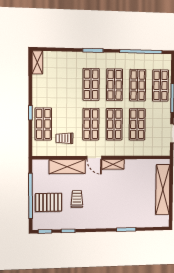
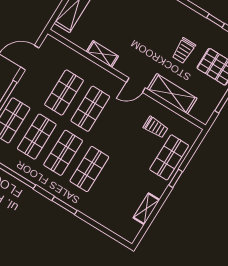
shelving: (37, 62) -> (146, 209), moved
shop shelf: (91, 124) -> (117, 125), removed
door: (94, 158) -> (136, 85), swing flipped
shelving: (113, 164) -> (102, 54), moved

